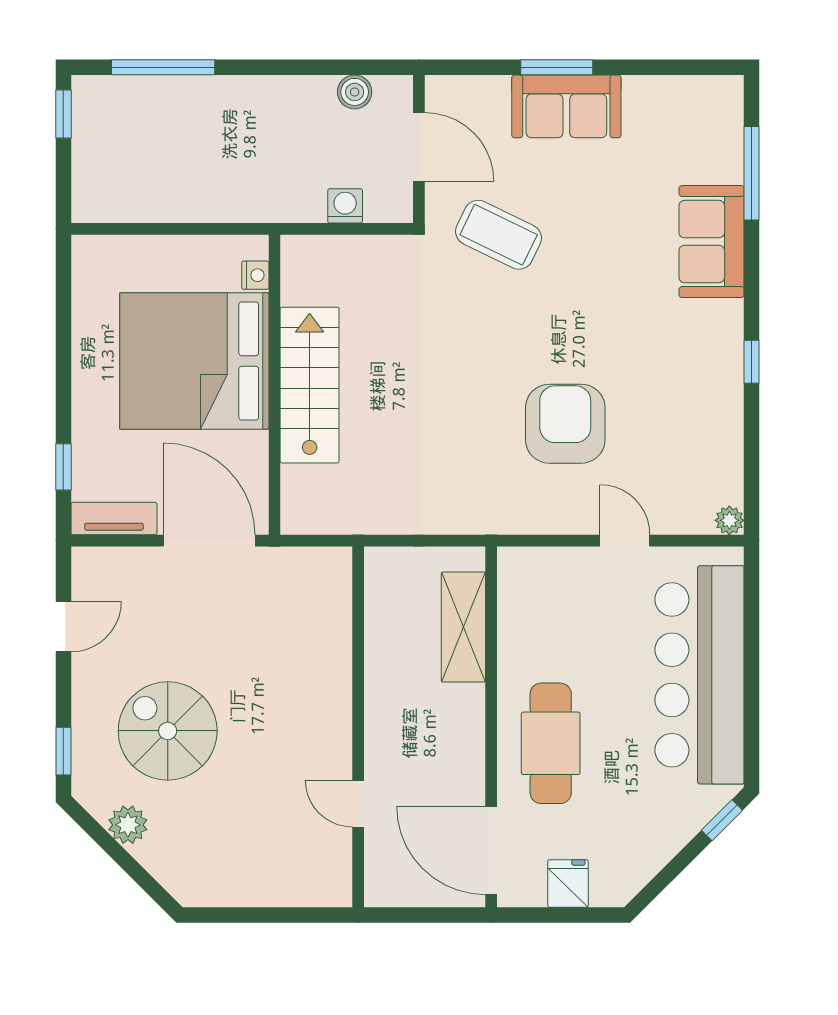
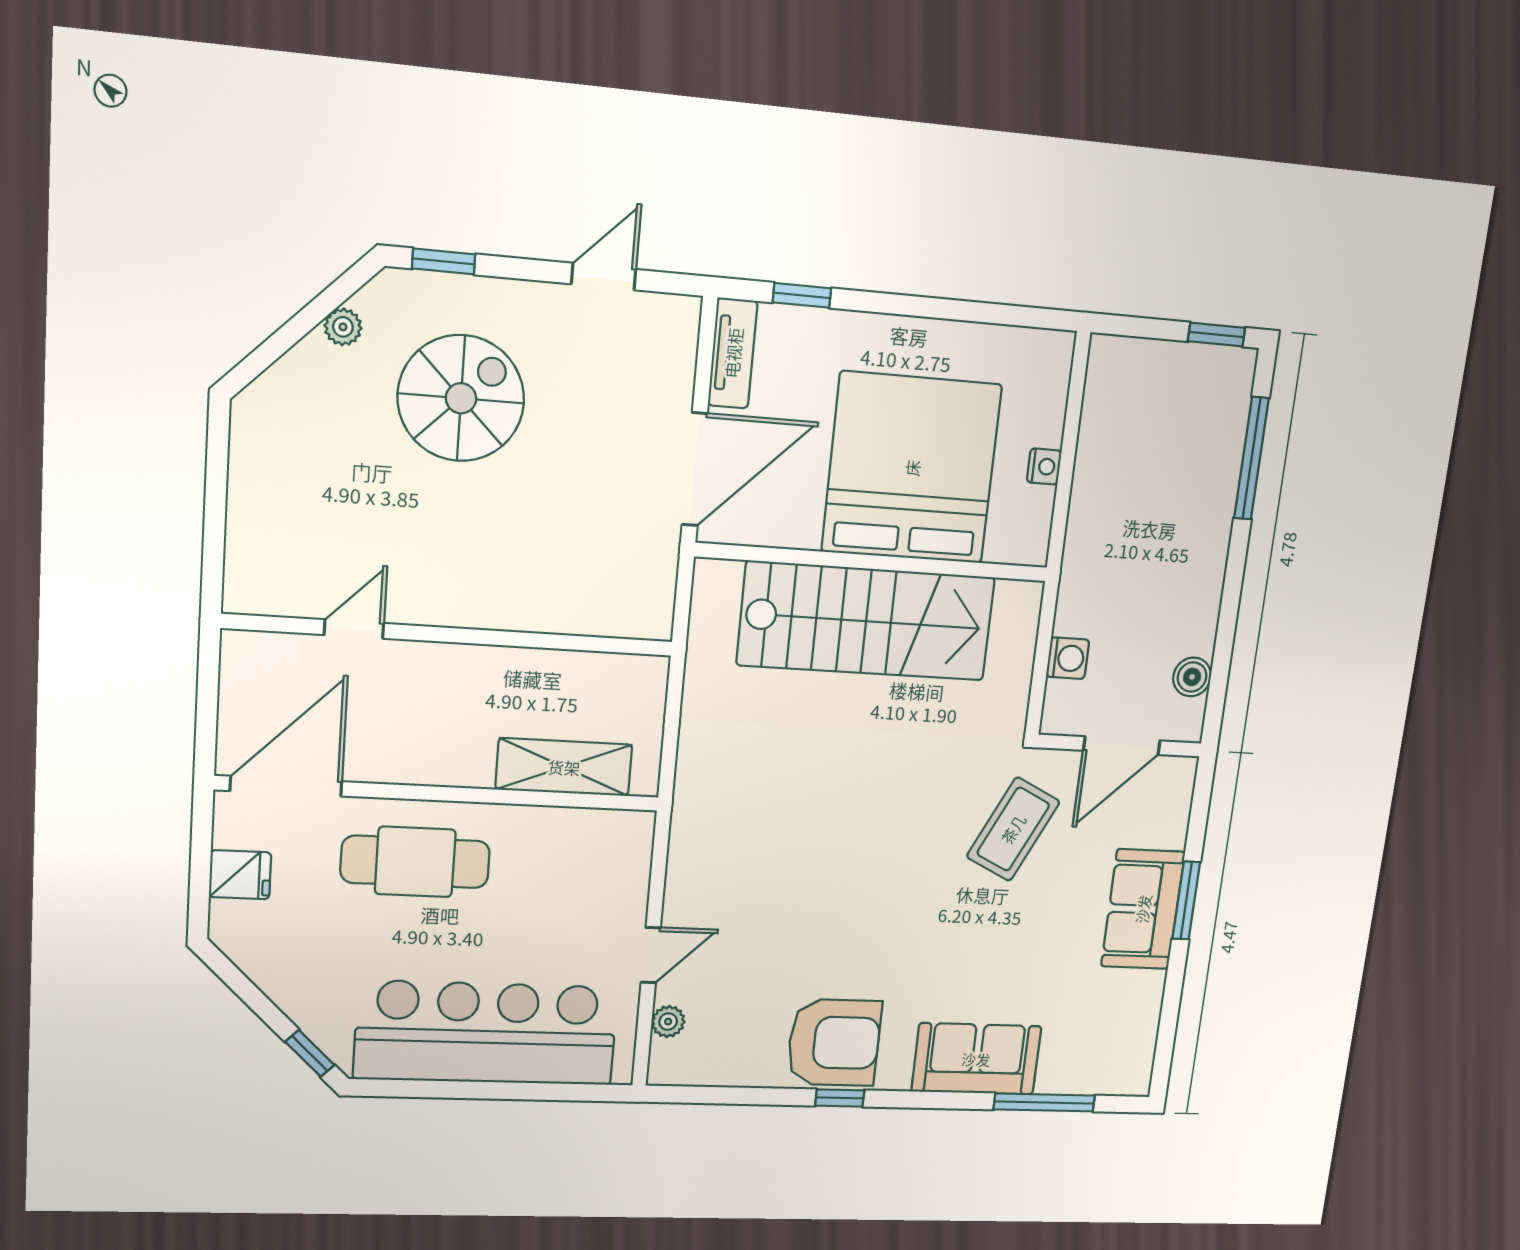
nightstand: (255, 275) -> (1044, 466), moved, turned -90
stairs: (310, 385) -> (866, 621), width x1.36, depth x1.51
armchair: (565, 424) -> (834, 1042), moved
plant: (729, 520) -> (668, 1022), moved
door: (63, 627) -> (604, 277), swing flipped
plant: (128, 825) -> (343, 327), width x0.73, depth x0.73

